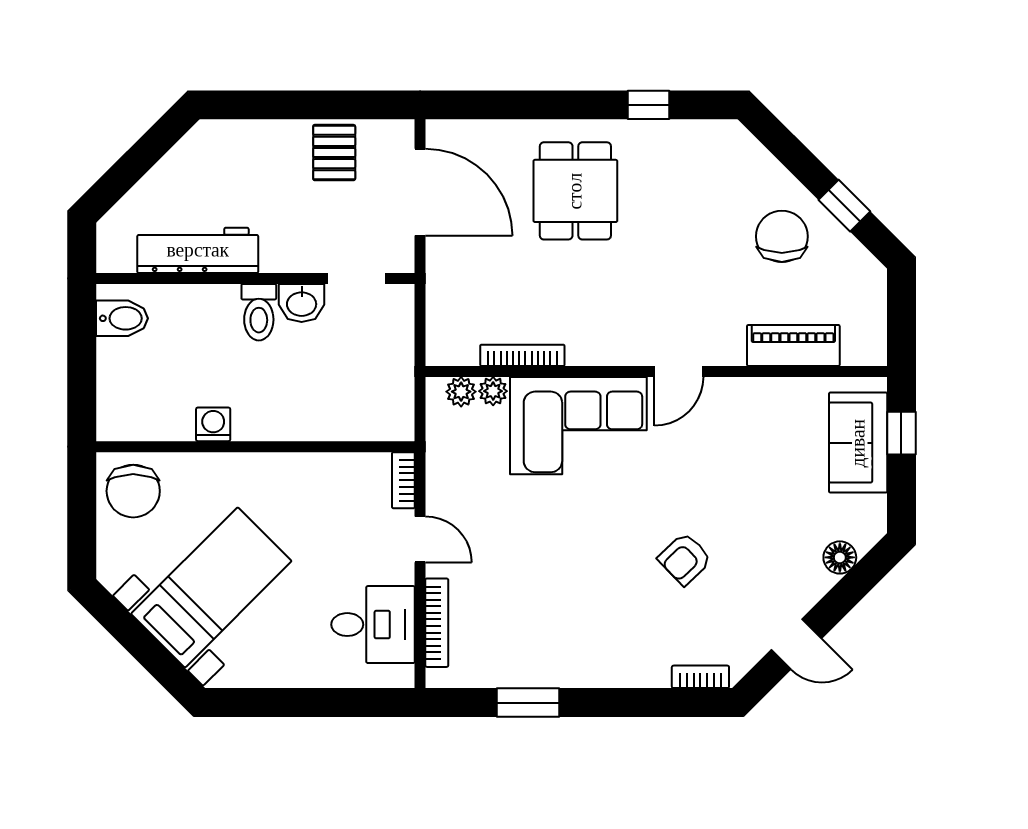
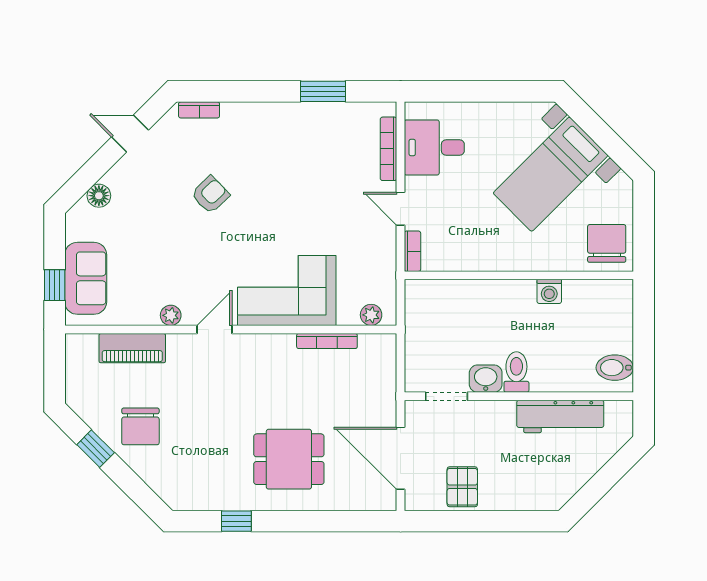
dining table: (575, 191) -> (289, 459), turned 90
plant: (493, 391) -> (171, 315), moved

